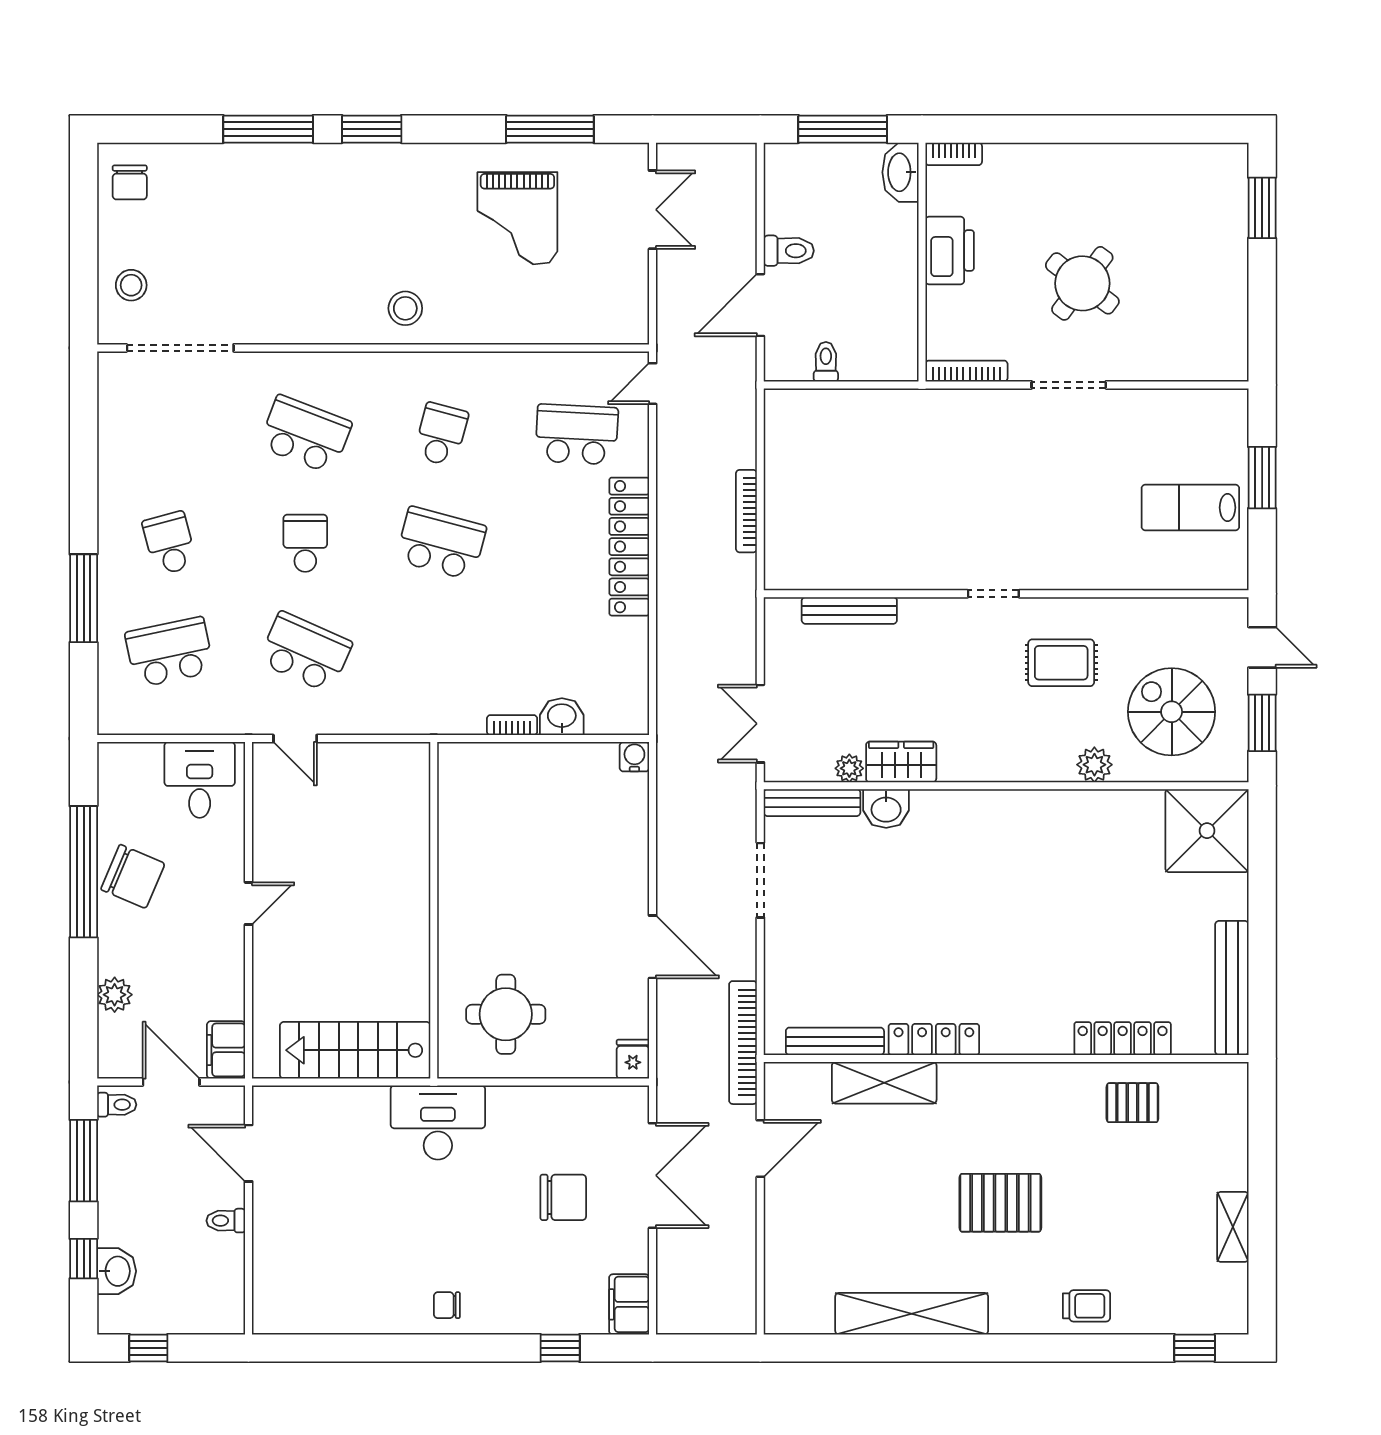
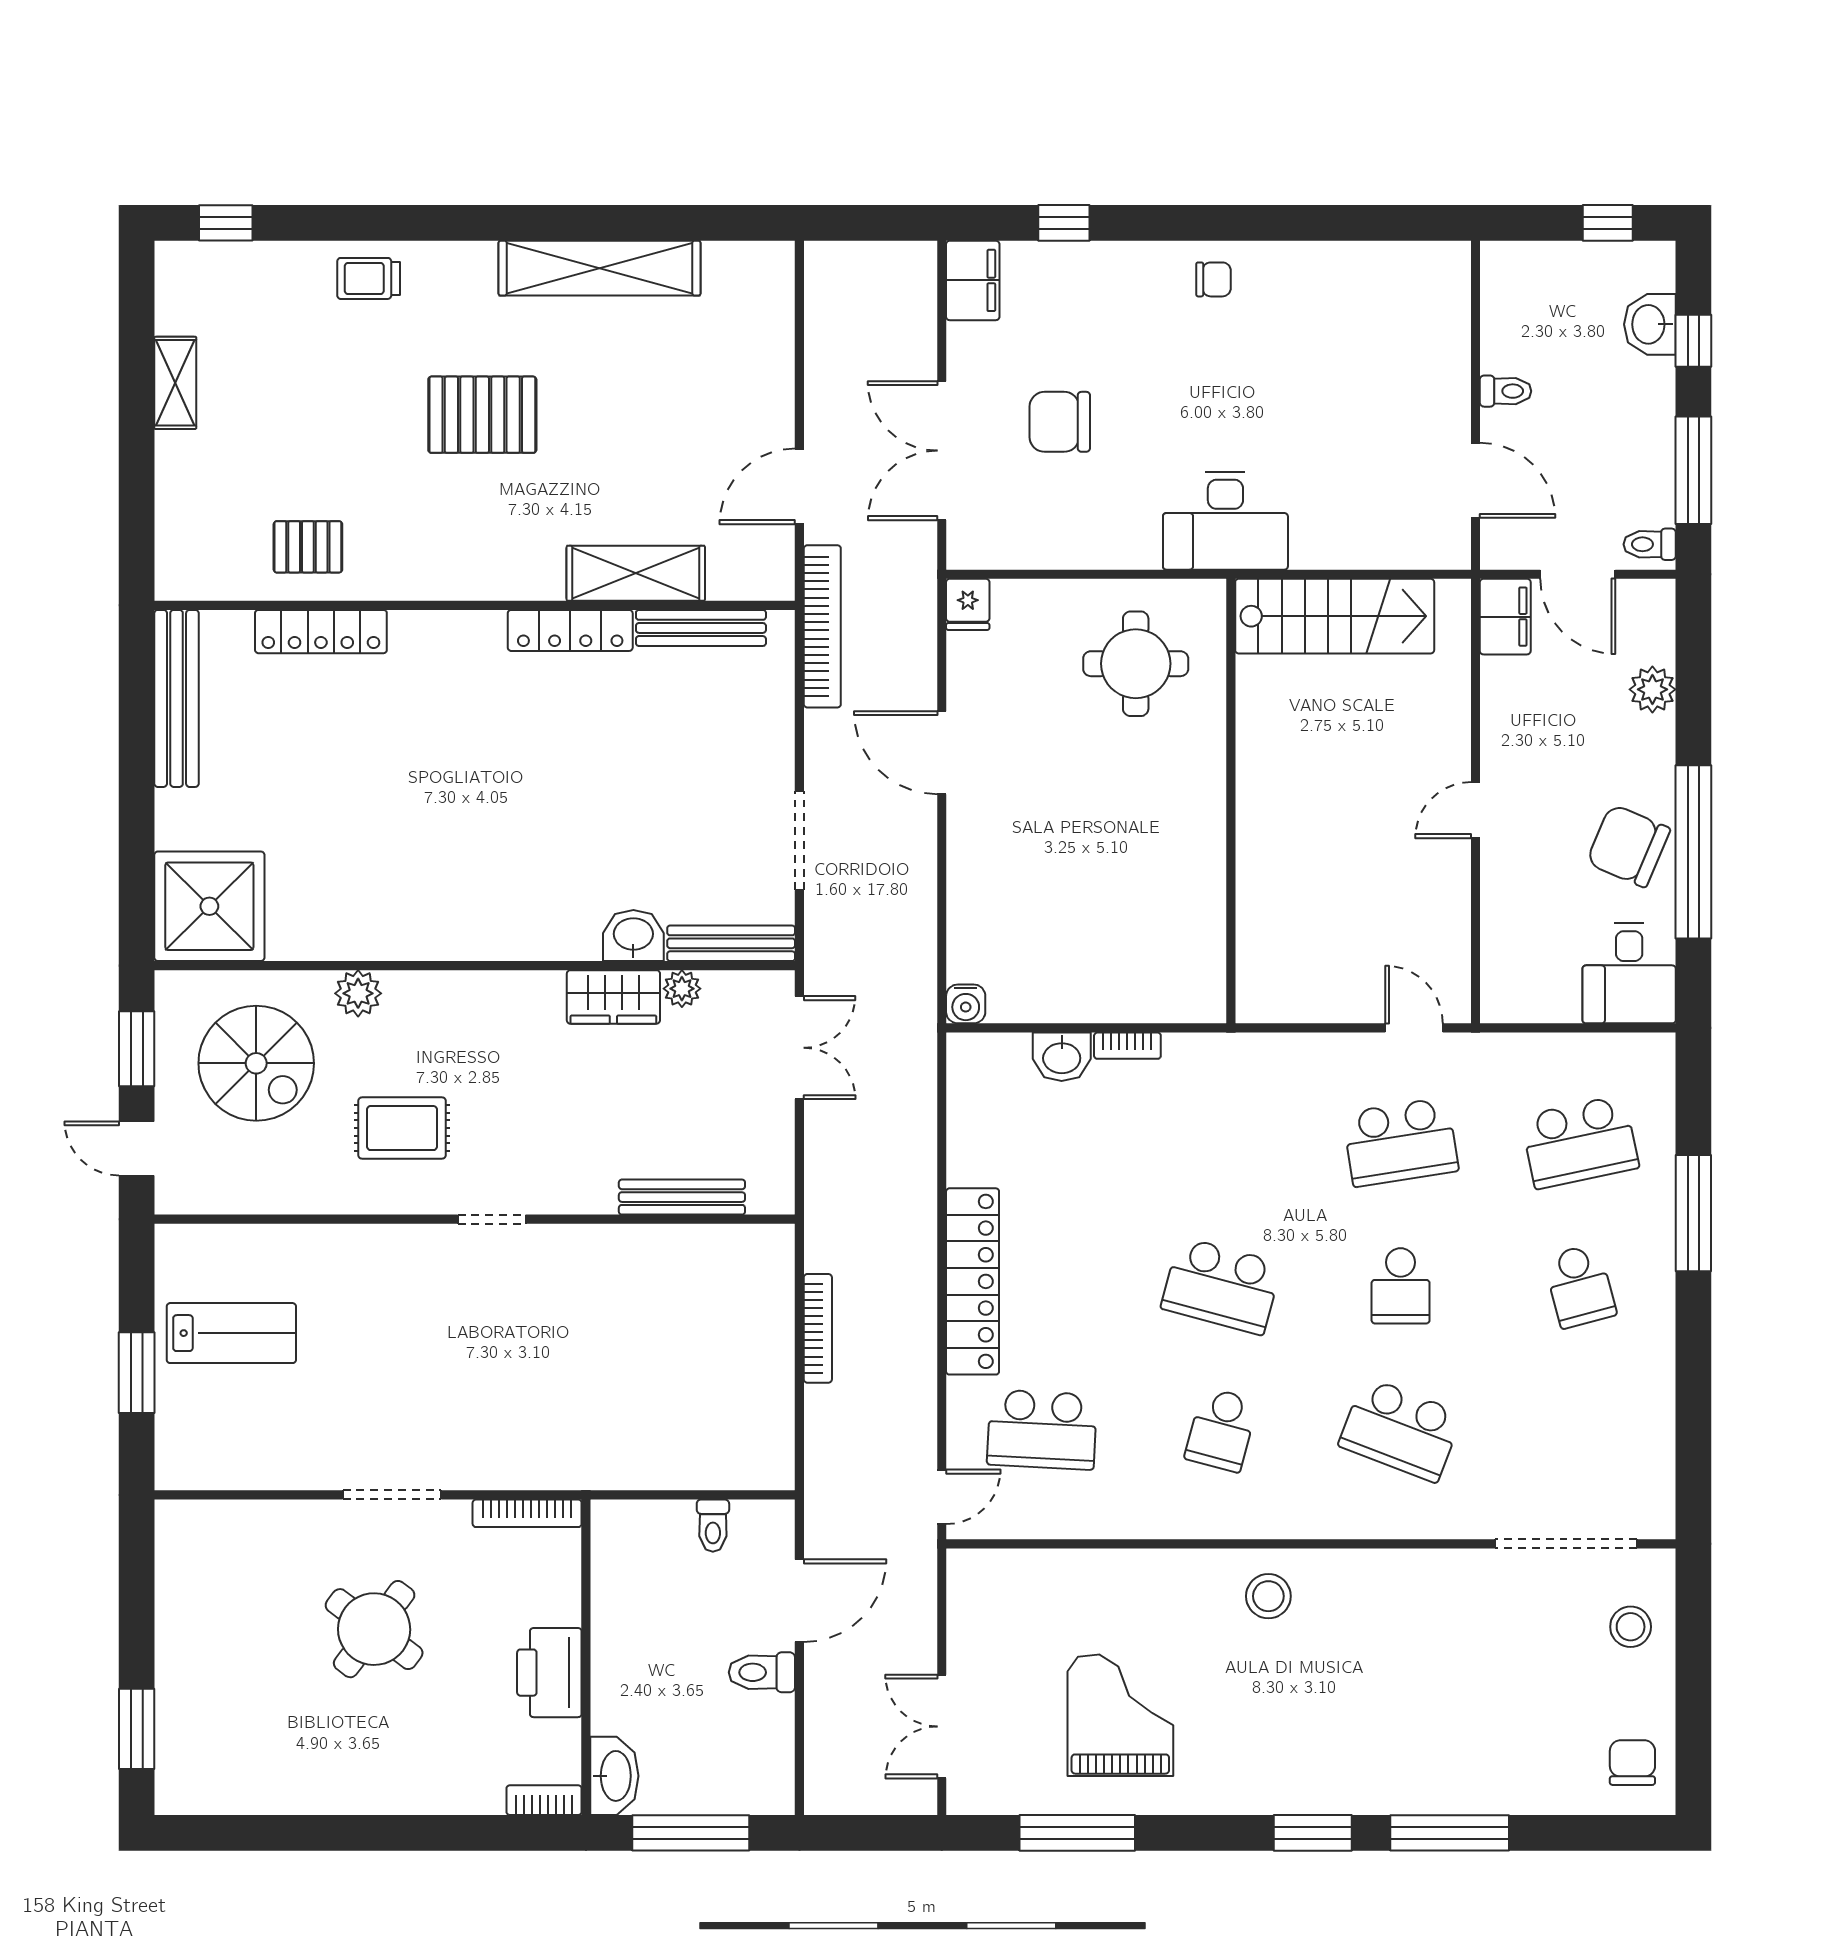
school desk: (305, 652) -> (1401, 1142), turned -33
desk: (200, 780) -> (1629, 973), moved

